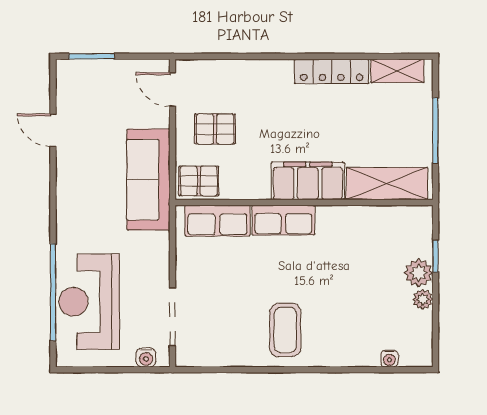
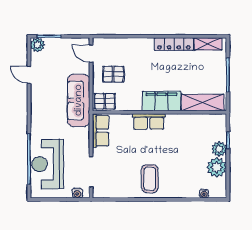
plant: (69, 73) -> (37, 45), added
row of seats: (217, 221) -> (101, 131), moved, turned -90
plant: (423, 299) -> (217, 167), width x1.88, depth x1.88

